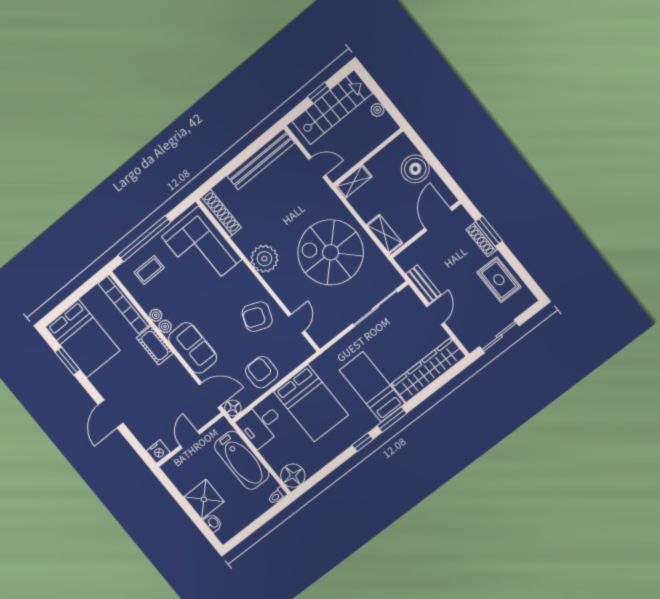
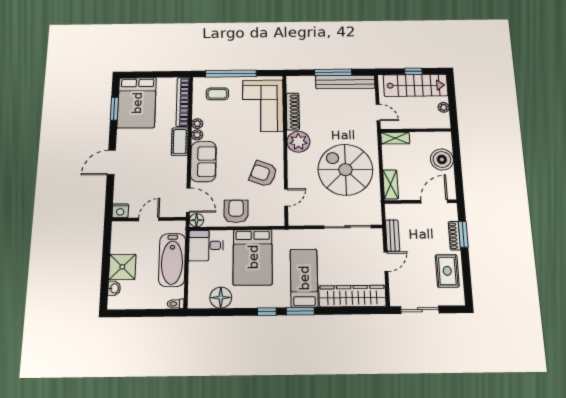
window: (241, 158) -> (333, 72), added
shoe rack: (220, 213) -> (293, 112), moved
floor lamp: (293, 476) -> (221, 298), moved

